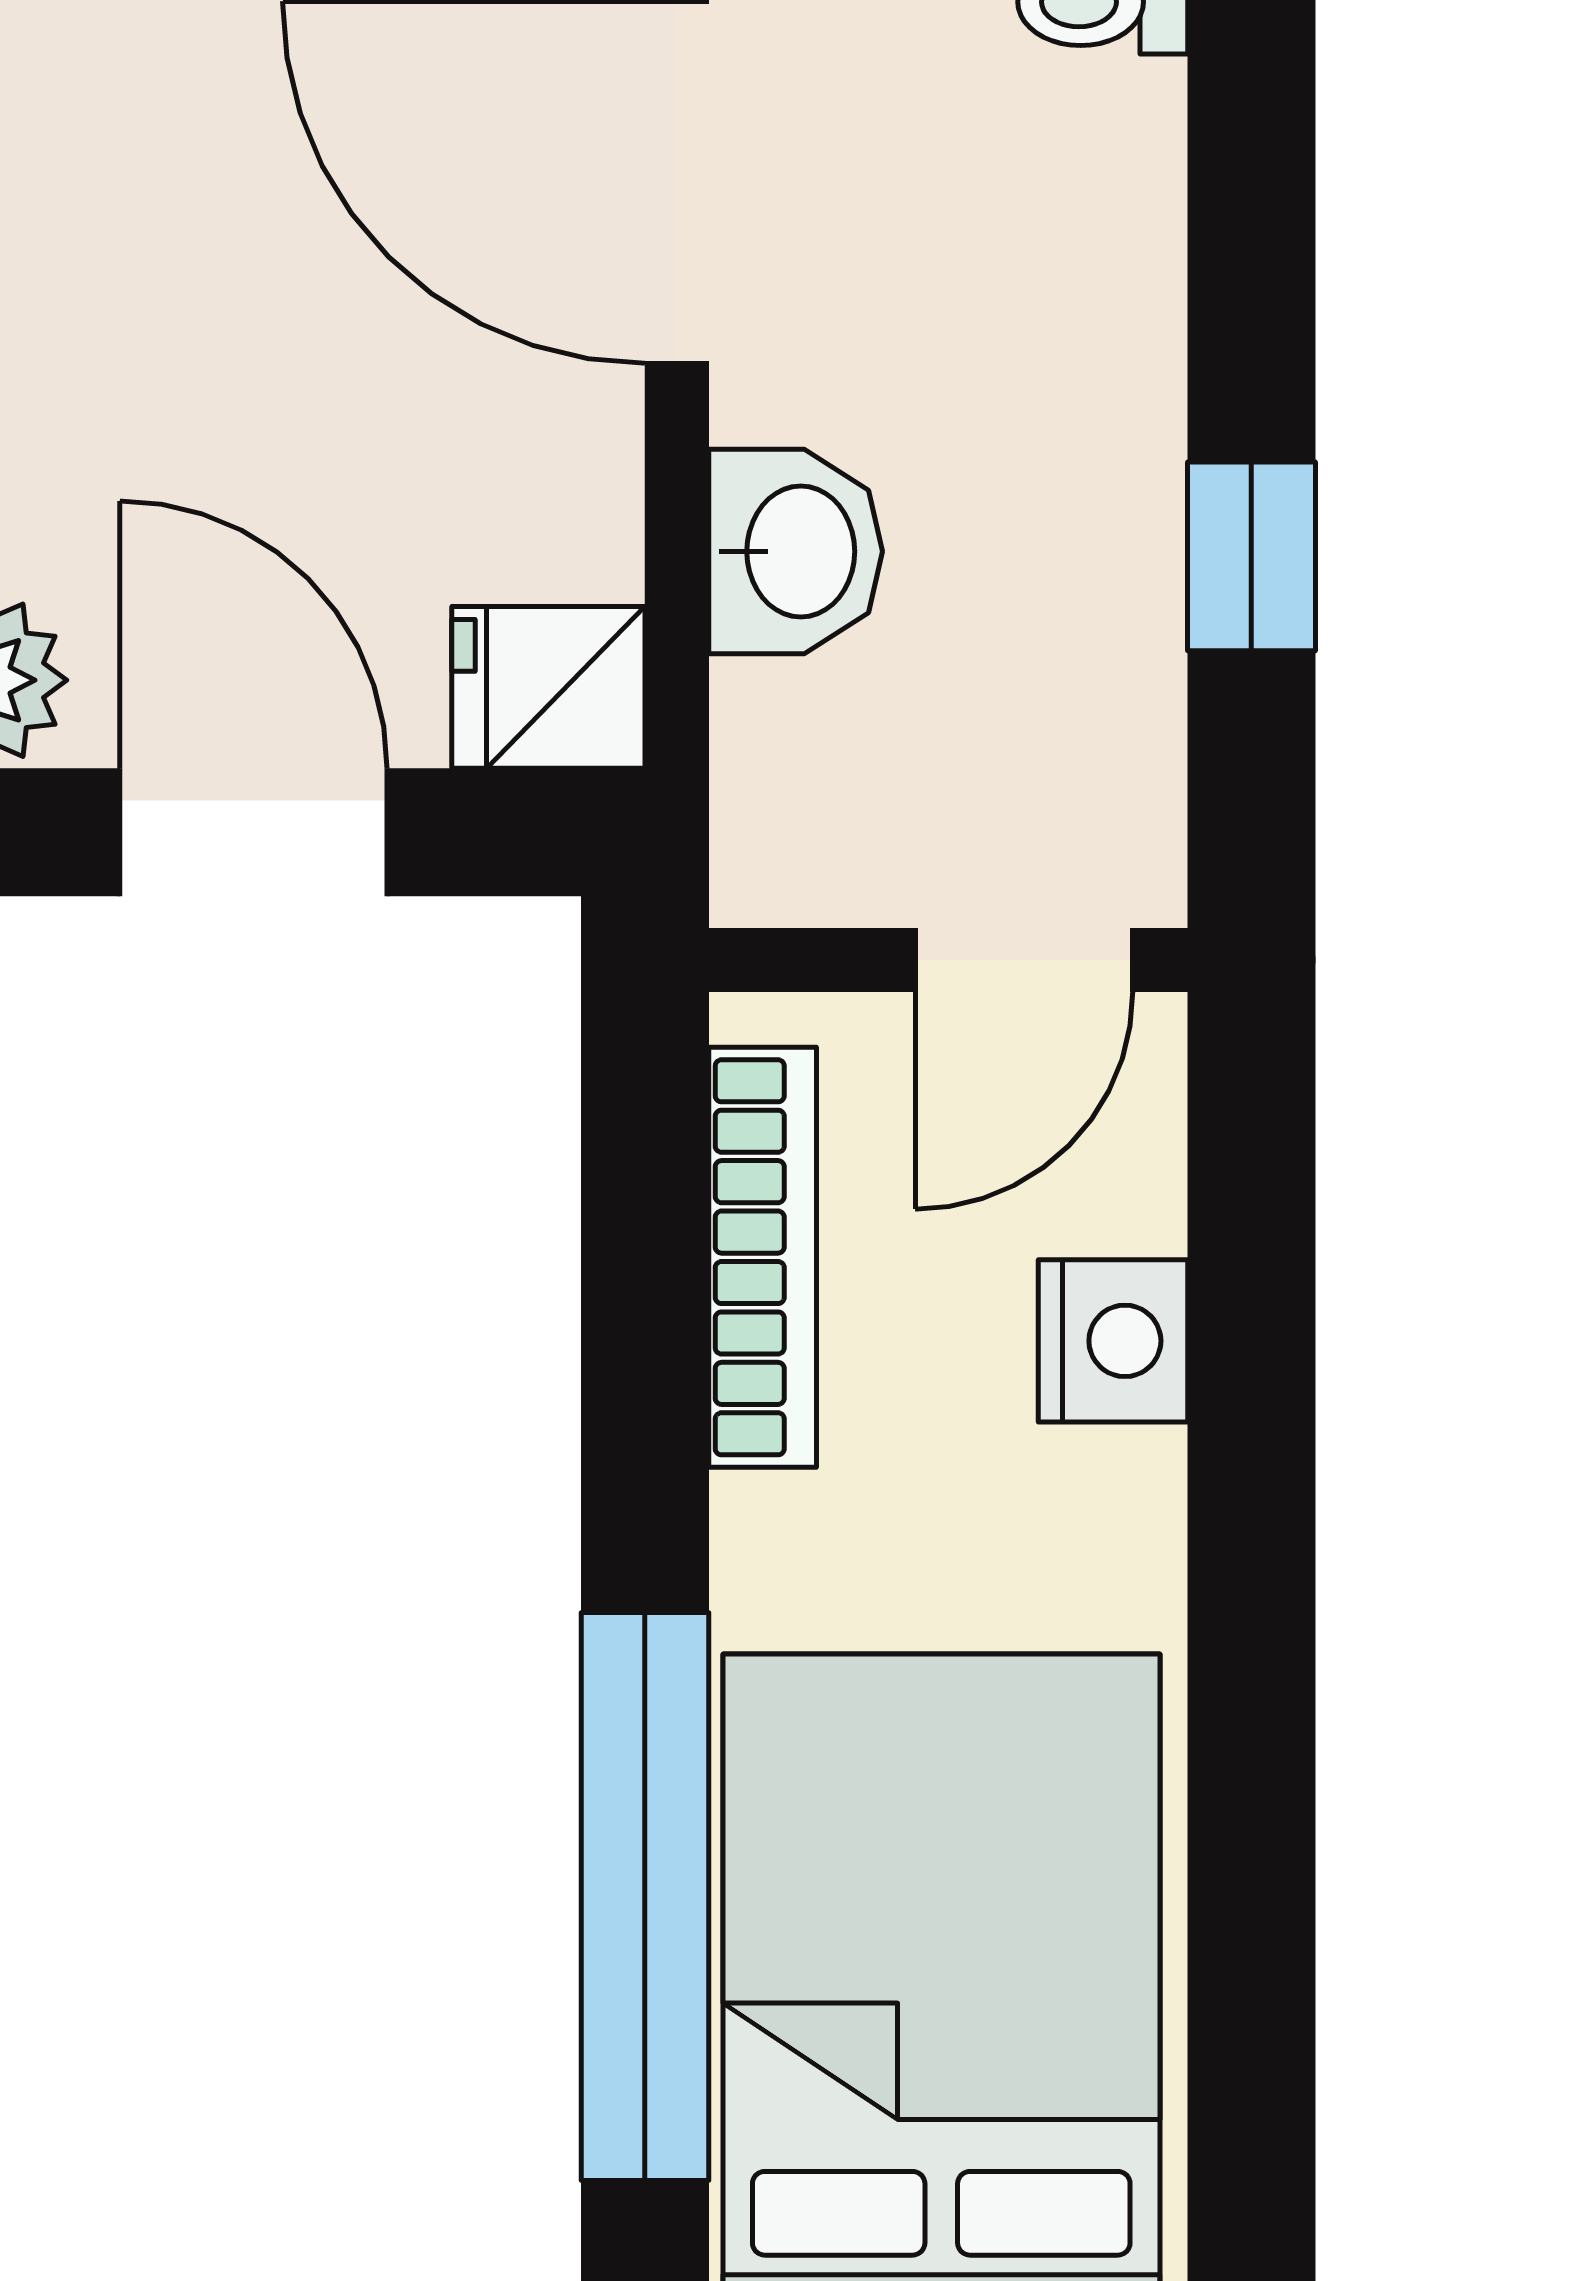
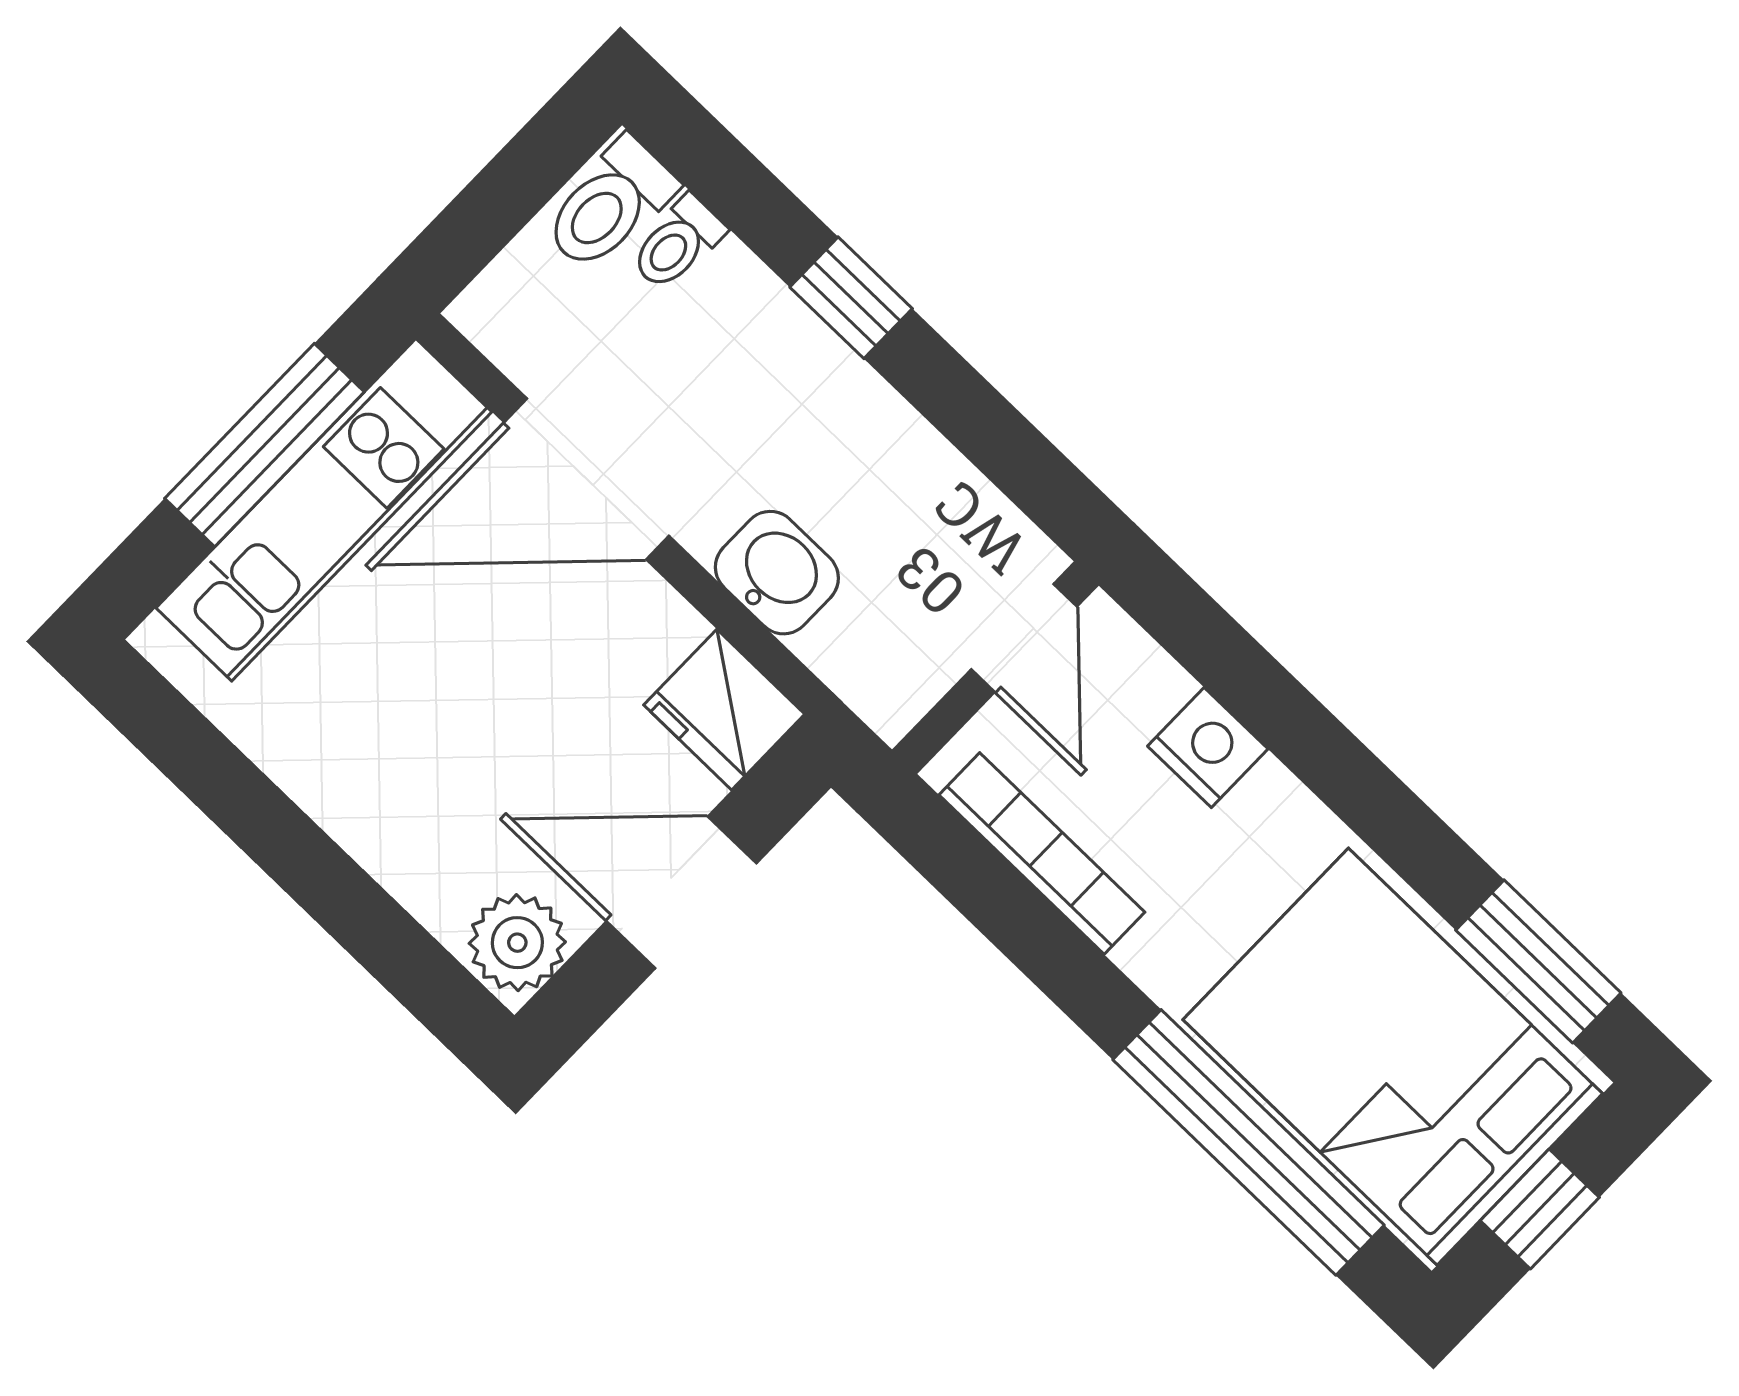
window: (1251, 556) -> (851, 298), moved
fridge: (548, 687) -> (724, 710), width x1.38
window: (1251, 2048) -> (1538, 961), added

